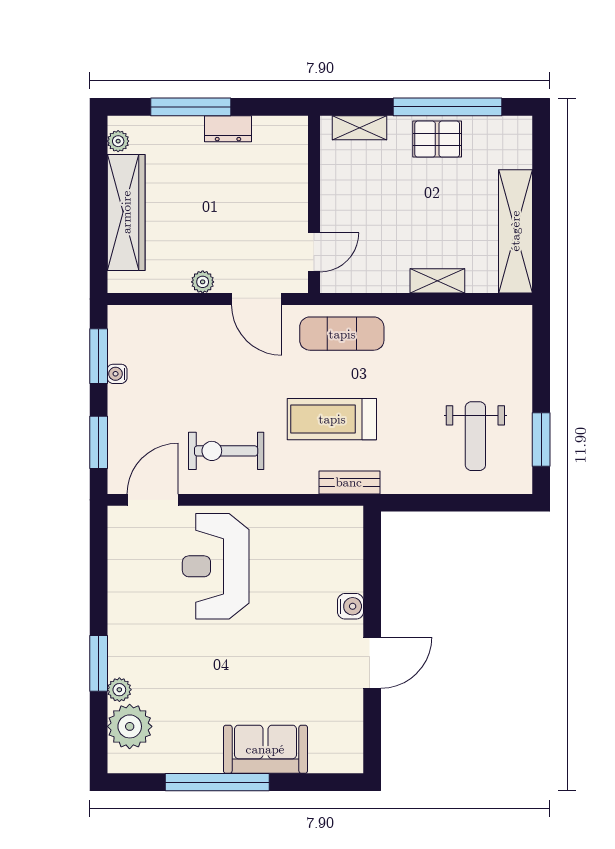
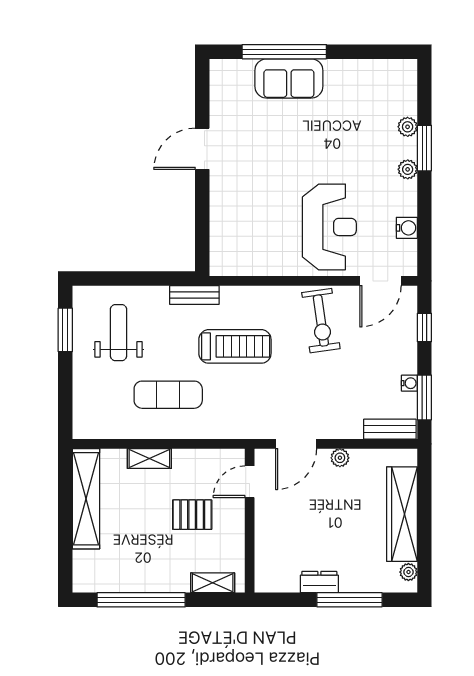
pallet: (437, 139) -> (192, 515), moved
door: (257, 299) -> (296, 444), swing flipped
bench: (141, 317) -> (390, 429), added
exercise mat: (342, 334) -> (168, 395), moved
window: (99, 442) -> (424, 328), width x0.67
exercise bike: (226, 451) -> (321, 321), turned 82
bench: (349, 482) -> (194, 295), moved
water cooler: (351, 606) -> (407, 228), moved, turned 180
plant: (130, 726) -> (408, 169), moved, width x0.53, depth x0.53
window: (217, 782) -> (284, 52), moved

